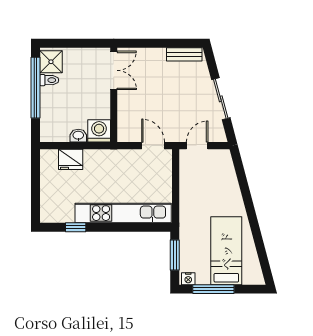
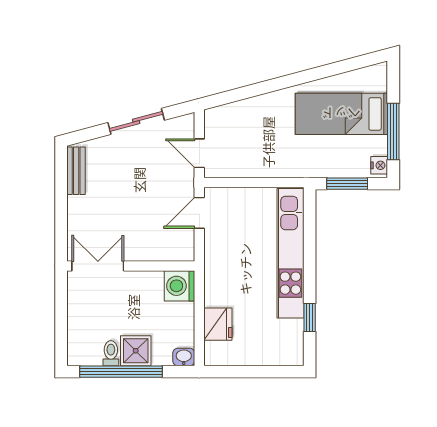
shower: (51, 62) -> (136, 351), moved
washbasin: (78, 136) -> (184, 357), moved, turned 90

